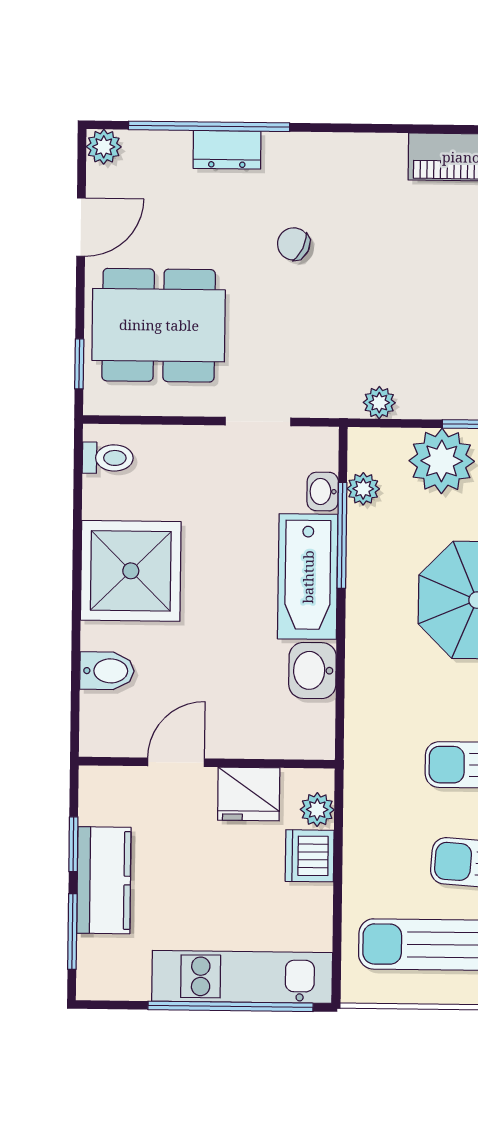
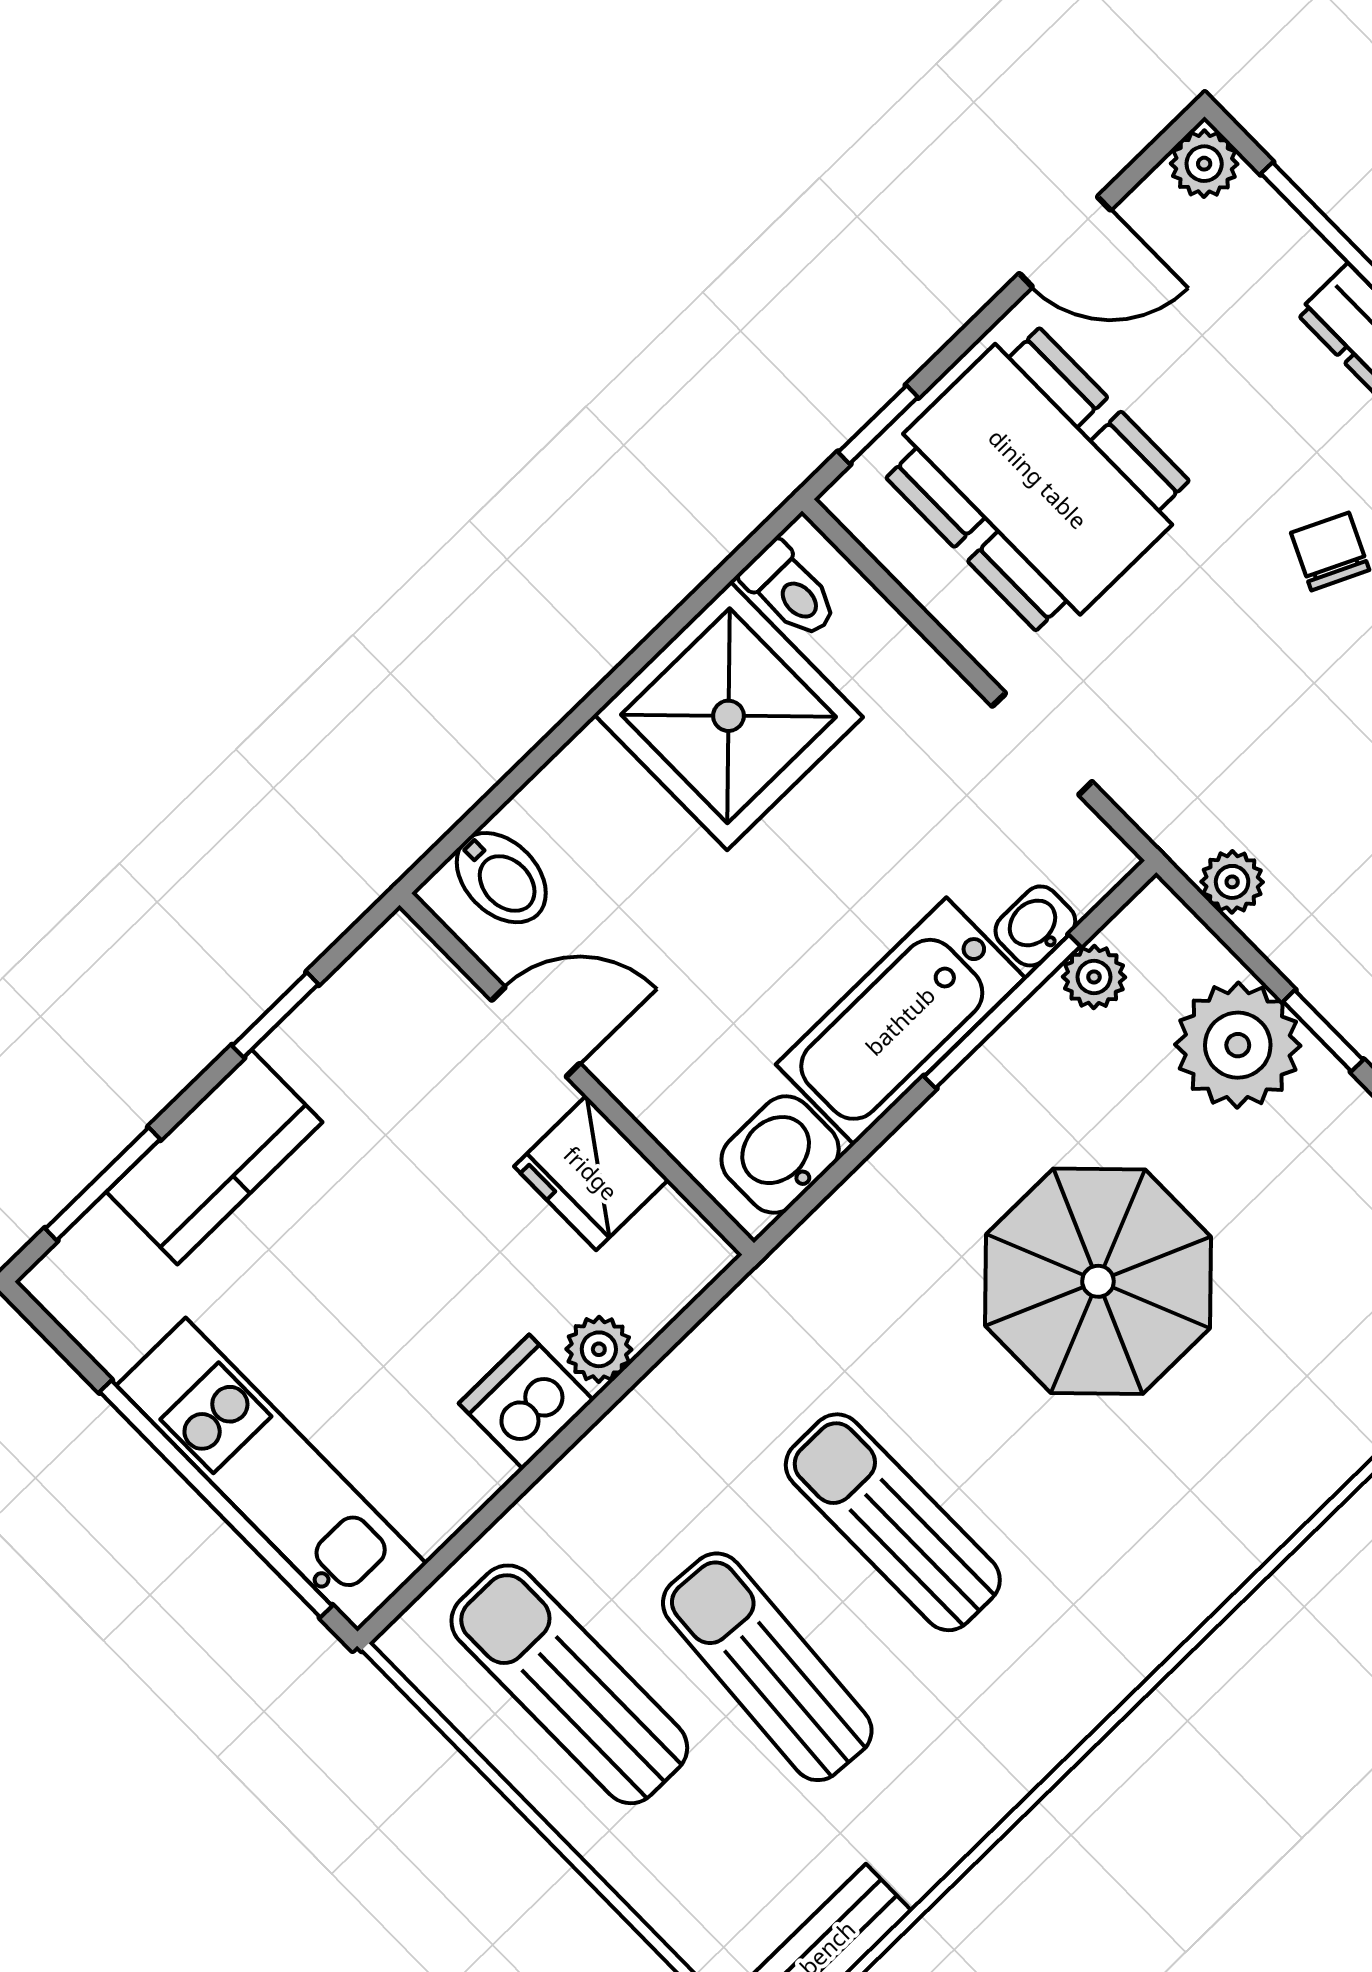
shower: (131, 571) -> (728, 716), moved
door: (176, 762) -> (536, 1032), moved
wall: (207, 763) -> (577, 1074), moved
fridge: (249, 794) -> (591, 1173), moved
window: (73, 844) -> (275, 1015), moved

